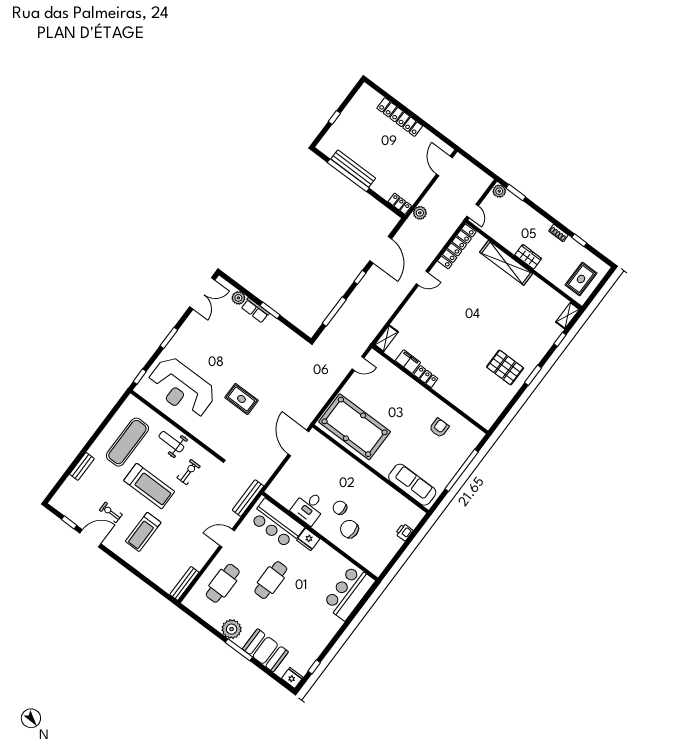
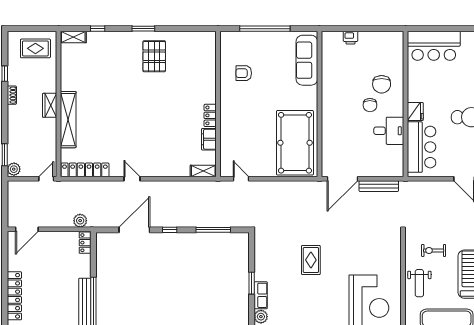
rug: (241, 399) -> (311, 260), moved
bench: (248, 498) -> (379, 186), moved

